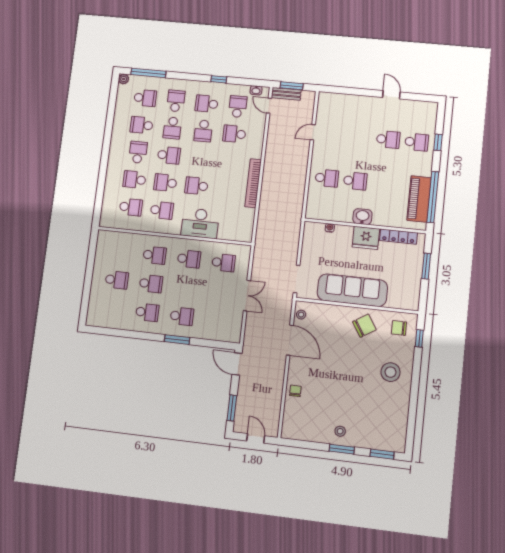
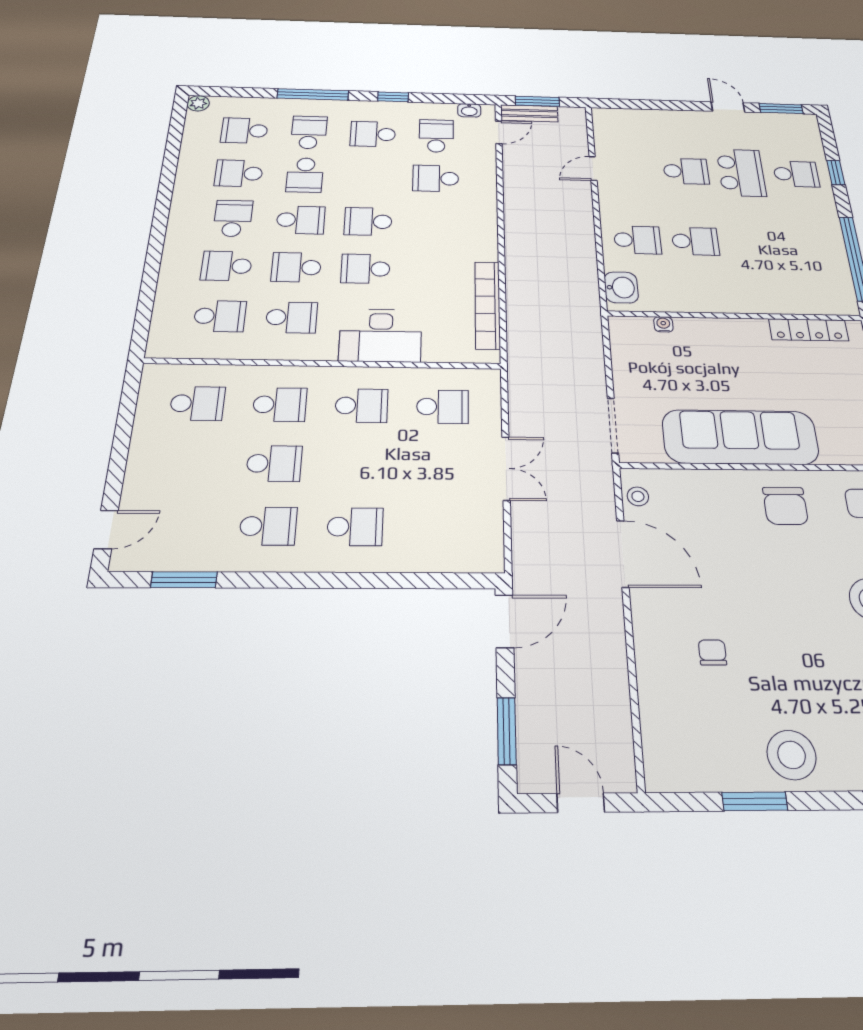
window: (148, 73) -> (313, 94), moved
window: (420, 97) -> (781, 109), added
school desk: (145, 98) -> (245, 131), turned 180
door: (269, 106) -> (499, 132), swing flipped
school desk: (203, 131) -> (368, 221), moved, turned 90
school desk: (360, 137) -> (686, 171), added
school desk: (388, 139) -> (741, 173), width x1.85
bookcase: (253, 183) -> (488, 305), moved
piano: (419, 199) -> (830, 263), removed
washbasin: (362, 217) -> (621, 287), moved, turned 90
fridge: (366, 238) -> (743, 337), removed
school desk: (117, 280) -> (197, 403), moved
door: (84, 307) -> (106, 529), added
chair: (364, 326) -> (785, 506), turned 123
window: (177, 340) -> (184, 580), moved
door: (237, 364) -> (504, 621), swing flipped
chair: (295, 391) -> (712, 652), moved
stool: (340, 431) -> (792, 755), width x1.89, depth x1.89
window: (342, 449) -> (755, 801), moved

